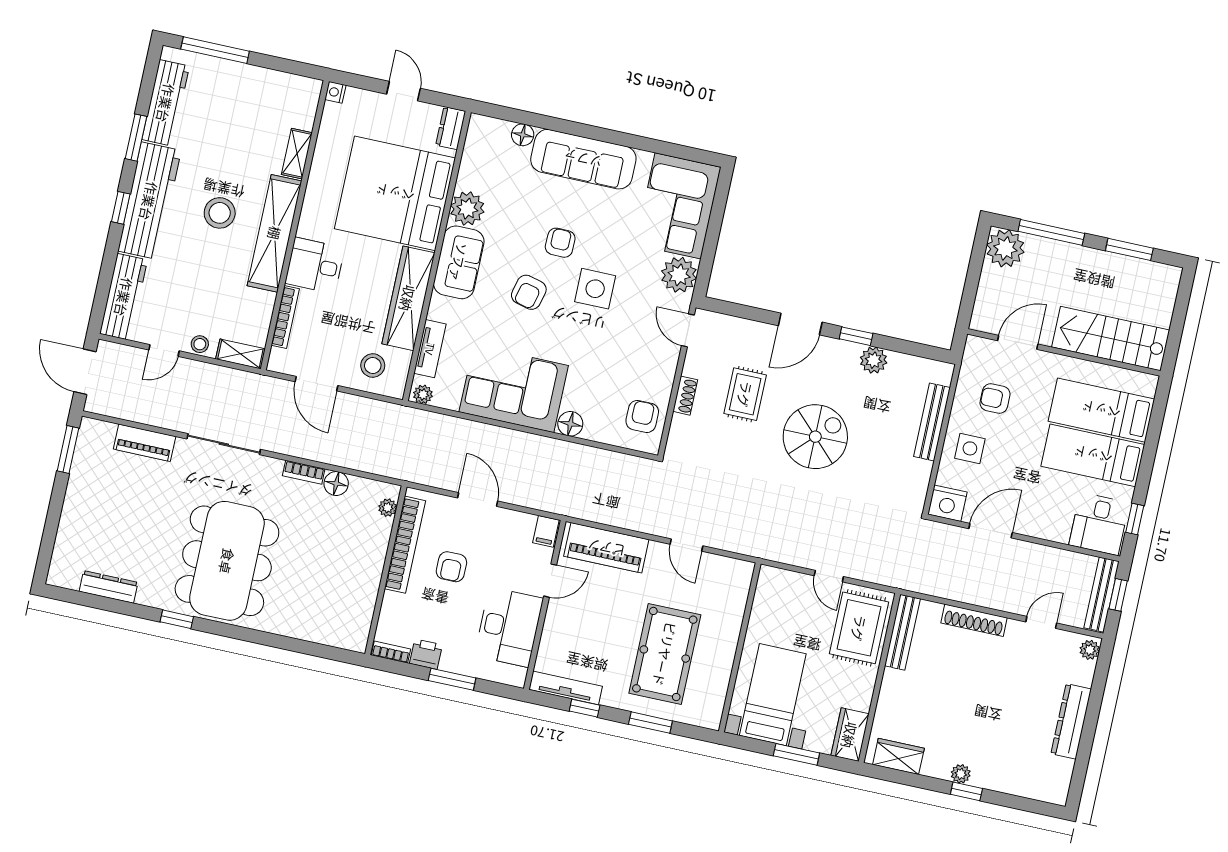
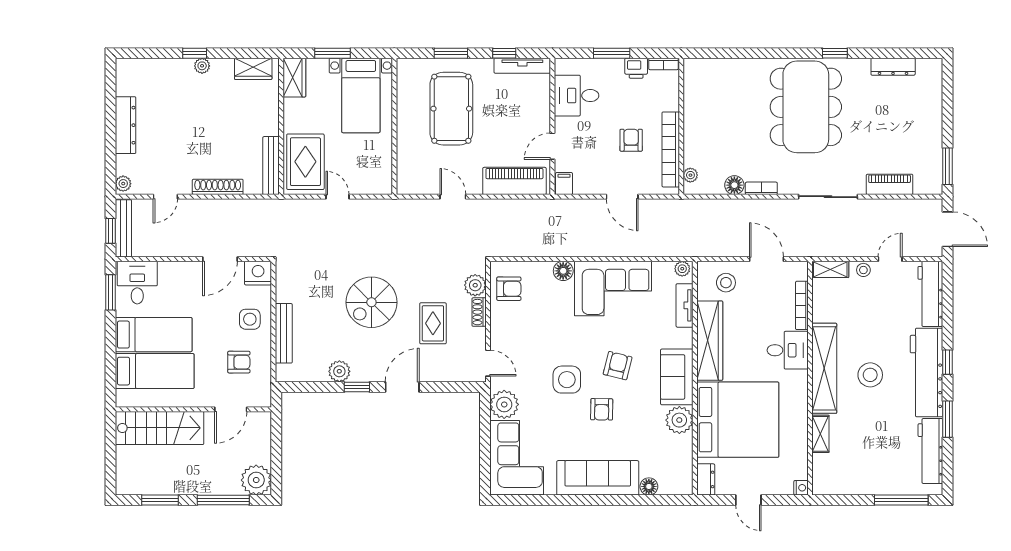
armchair: (642, 416) -> (509, 289), turned -90
plant: (683, 430) -> (475, 285), added
window: (1135, 519) -> (110, 292), width x1.50
desk: (509, 627) -> (577, 96), width x0.73

